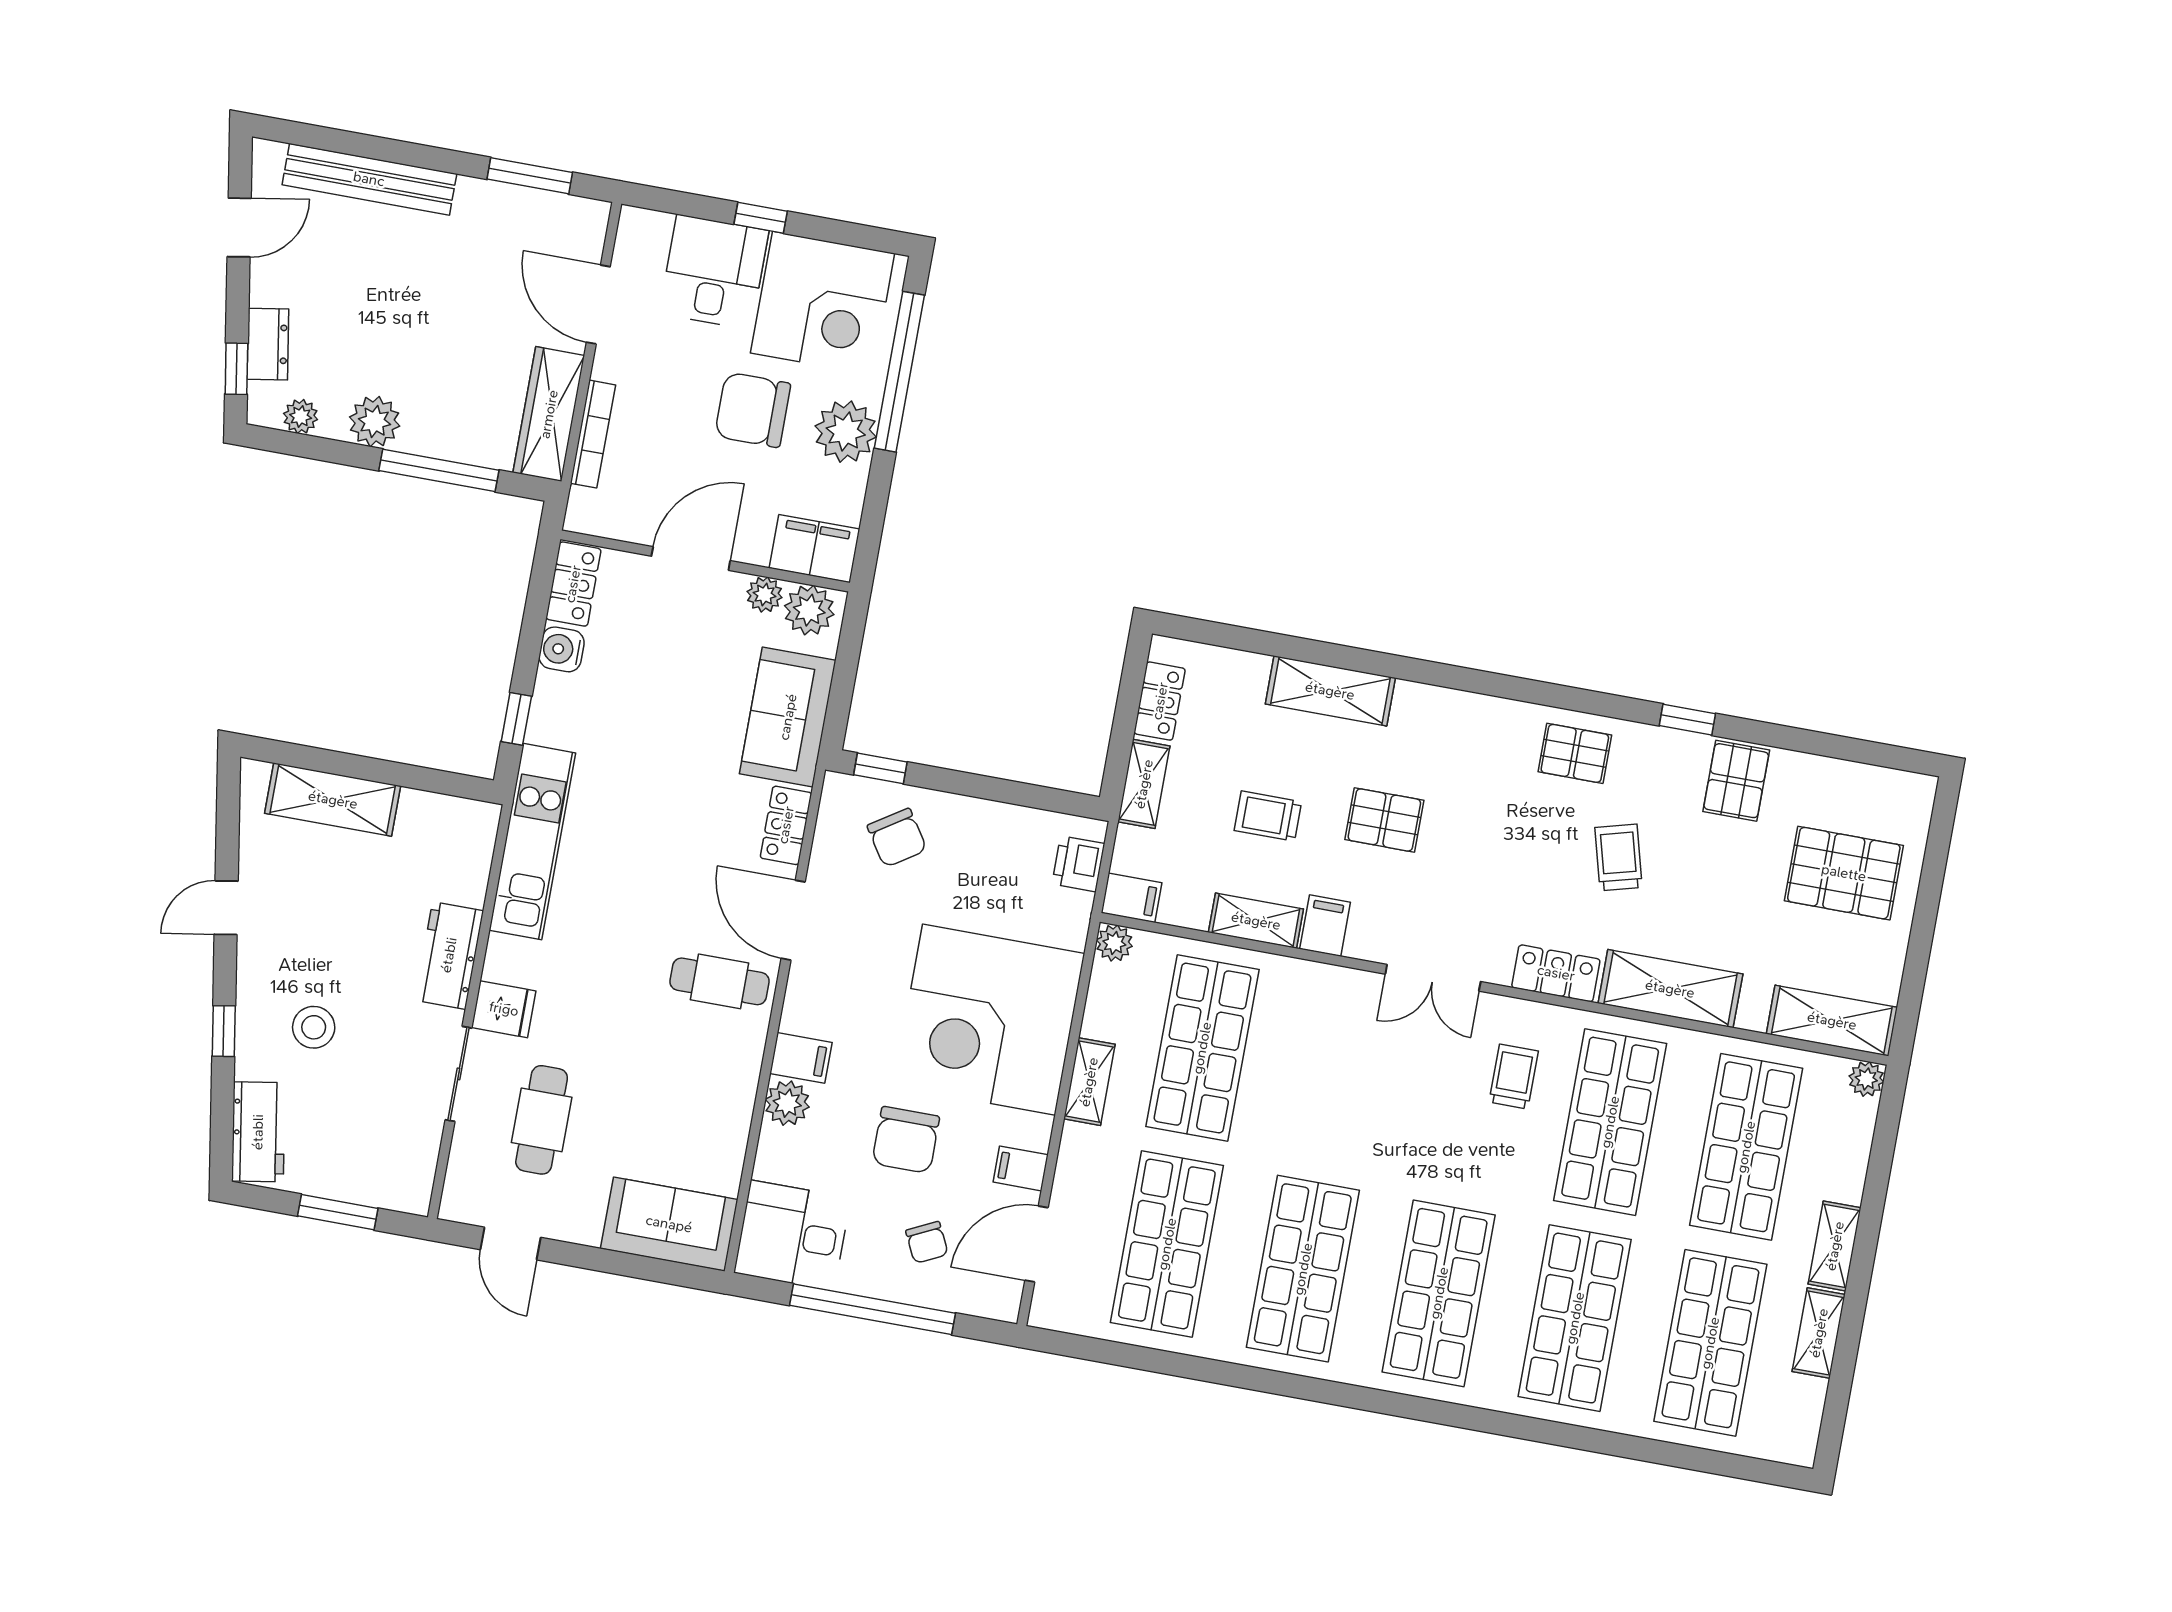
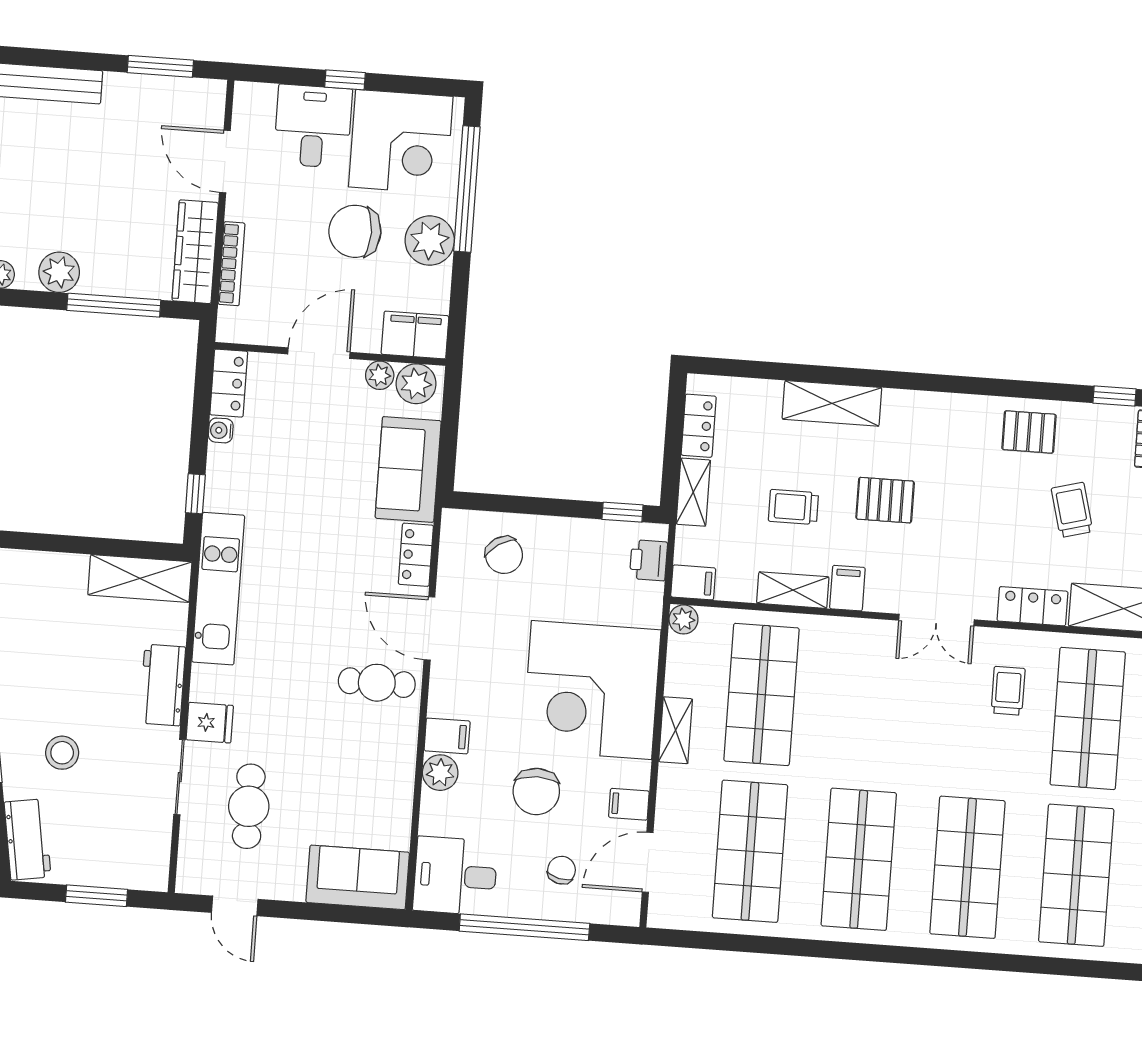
water cooler: (562, 649) -> (221, 430), width x0.72, depth x0.72
window: (880, 768) -> (623, 512), moved
shelving: (333, 800) -> (140, 578), moved
chair: (927, 1242) -> (561, 870), turned -141

